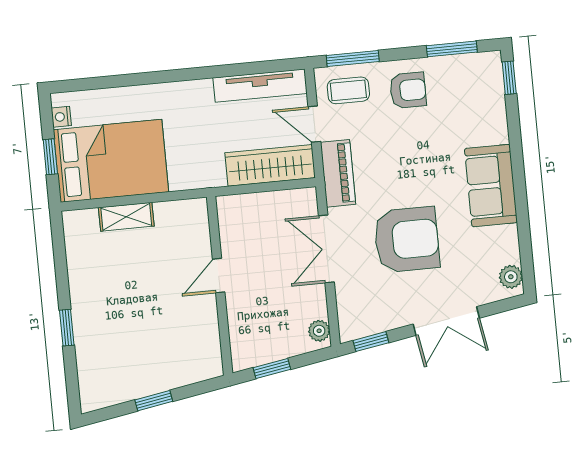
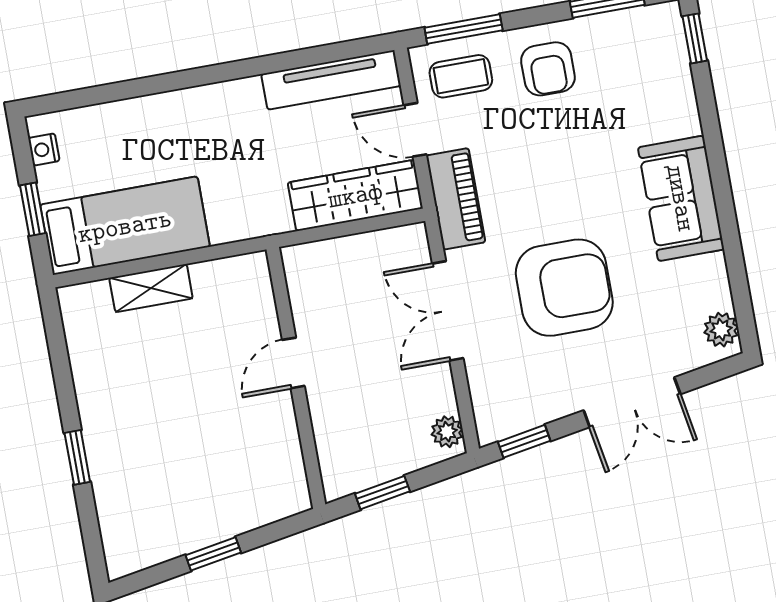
armchair: (408, 90) -> (548, 69), turned 90
bed: (111, 161) -> (125, 226), width x0.67

